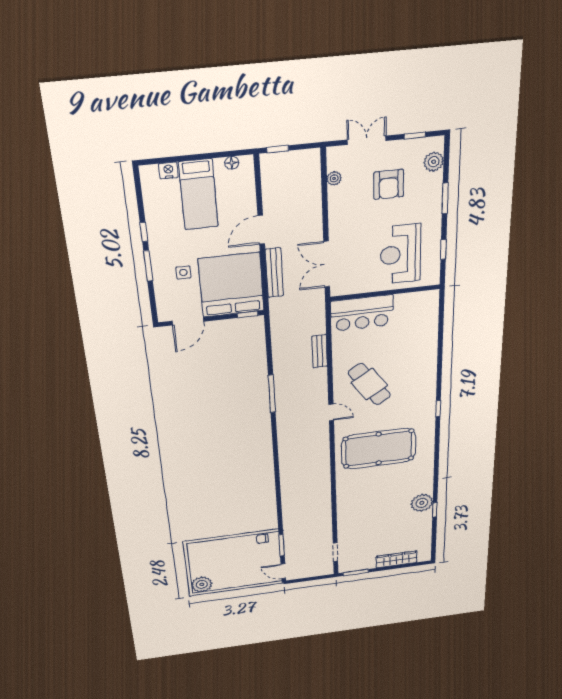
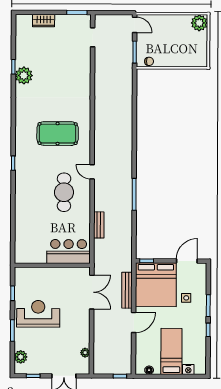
armchair: (389, 184) -> (50, 345), removed
reception desk: (401, 254) -> (38, 314), moved, turned -90
cafe table: (369, 384) -> (64, 192), turned 34
pool table: (379, 449) -> (58, 134), width x0.73, depth x0.76
wardrobe: (397, 559) -> (44, 20), width x0.67

